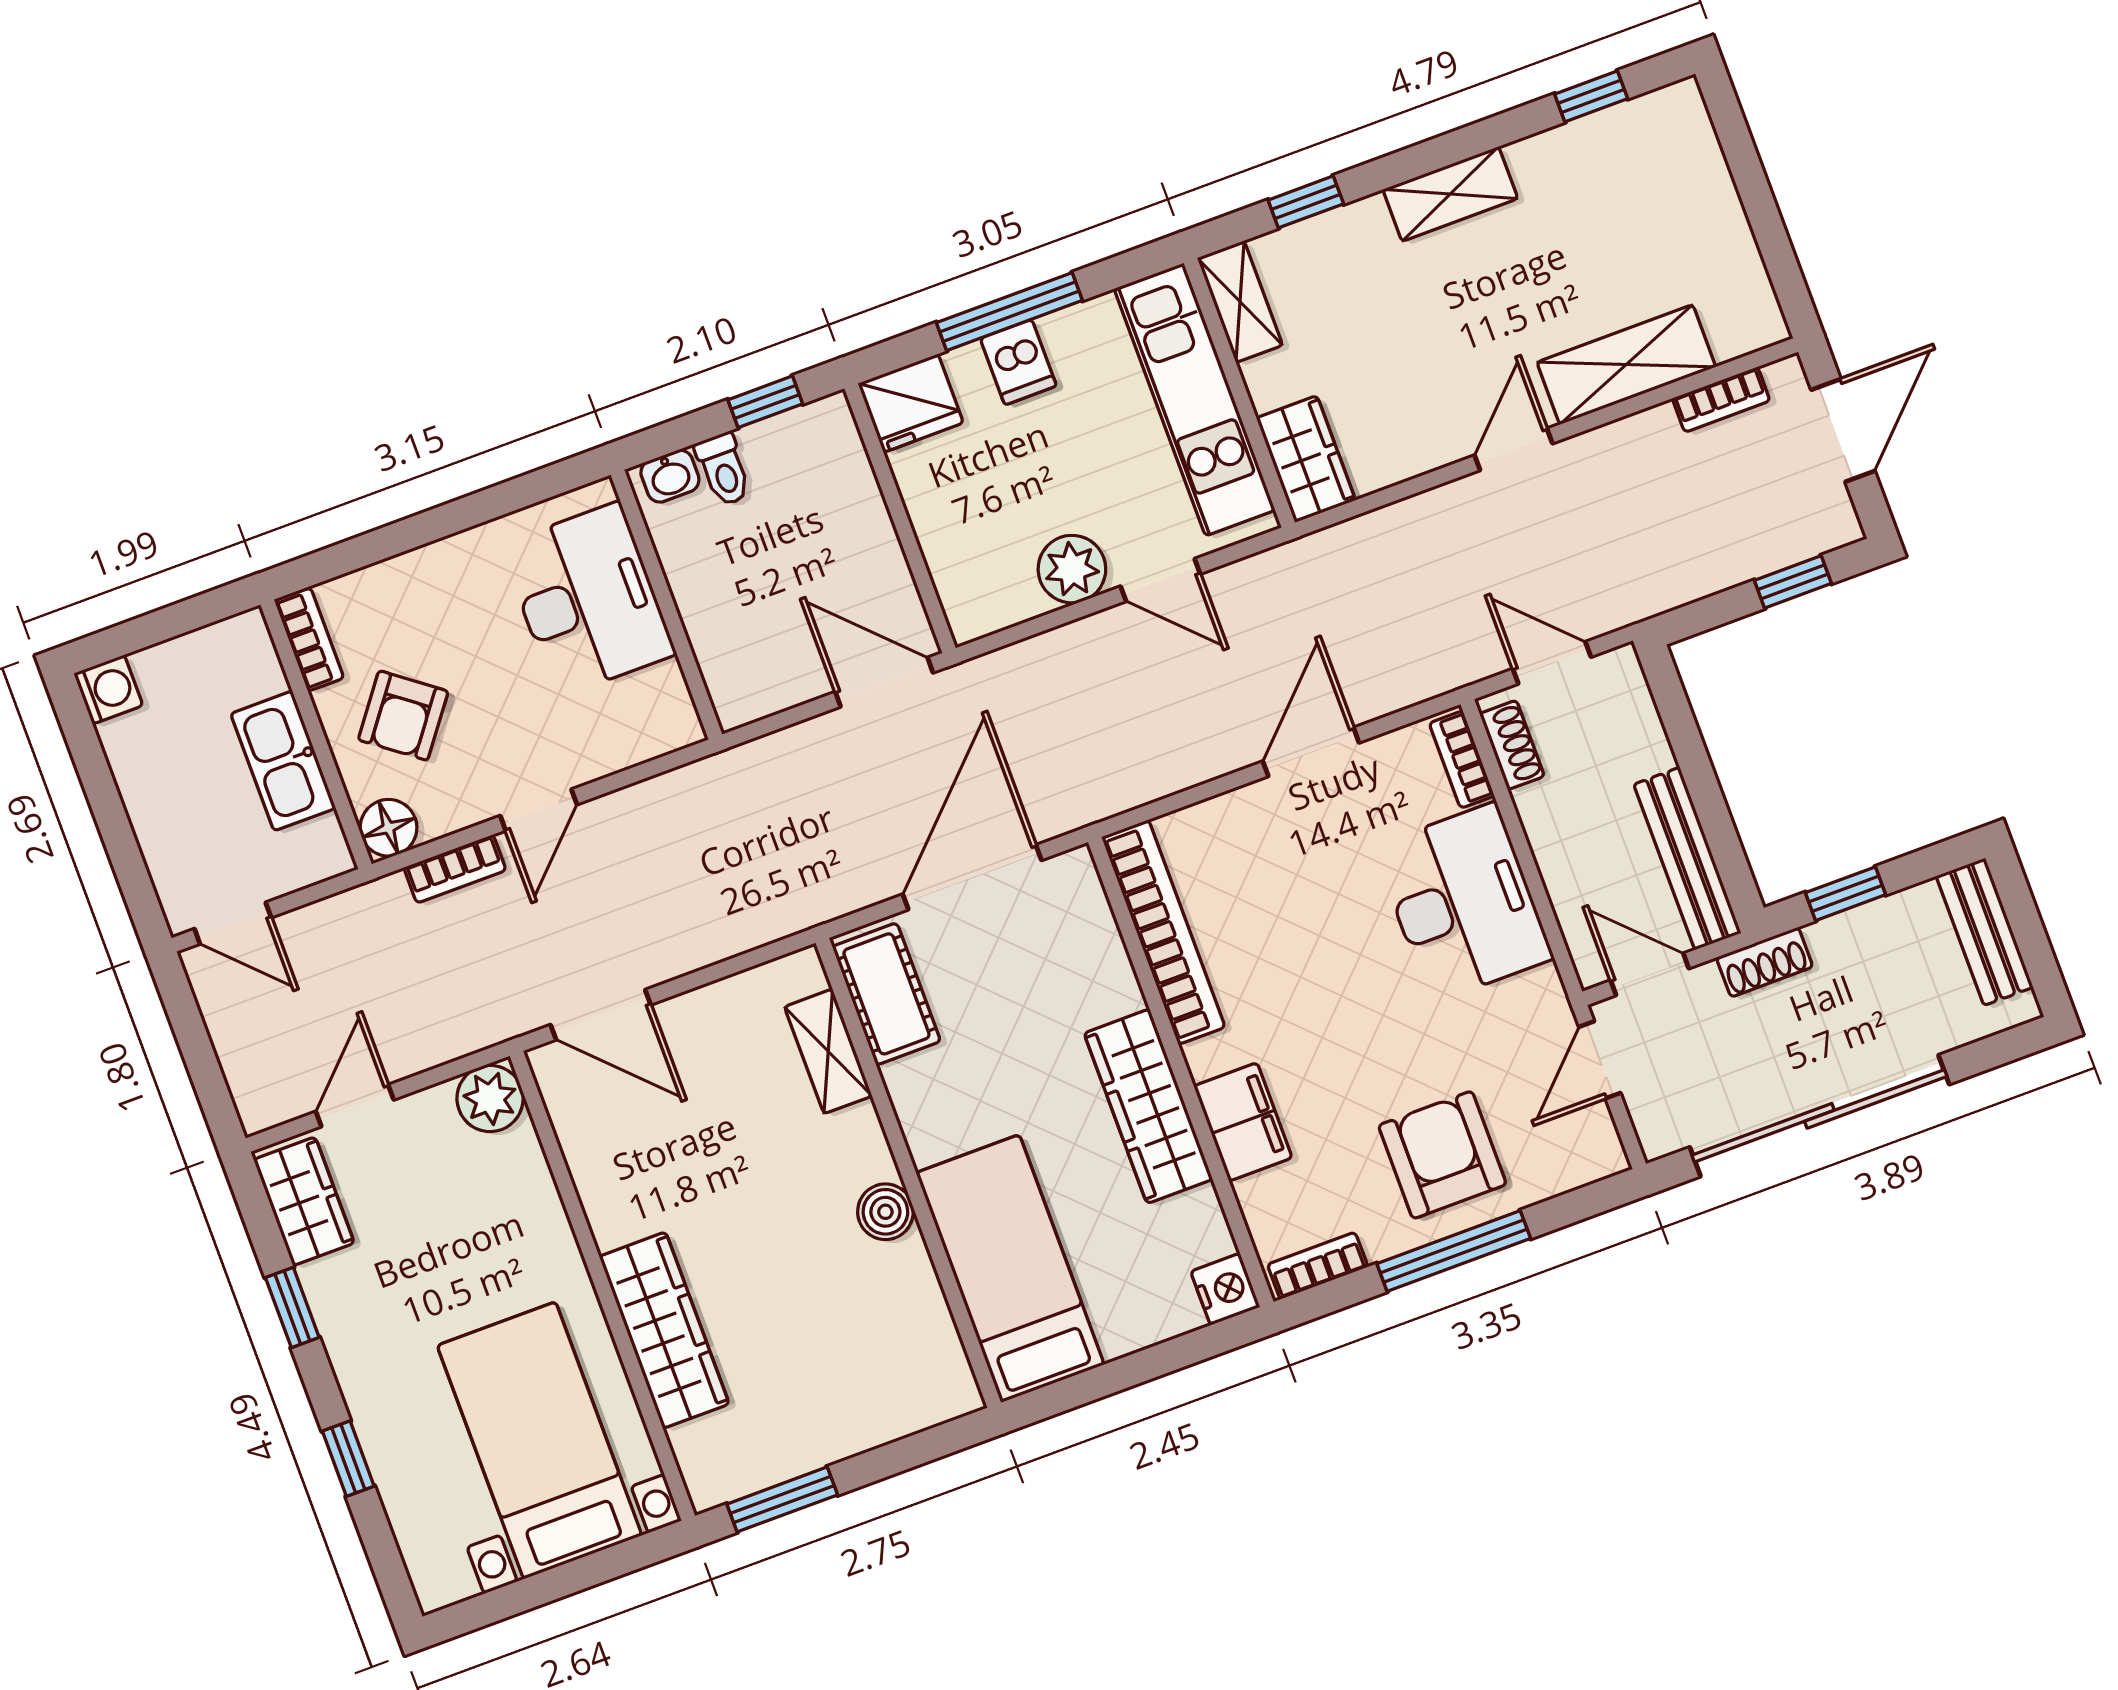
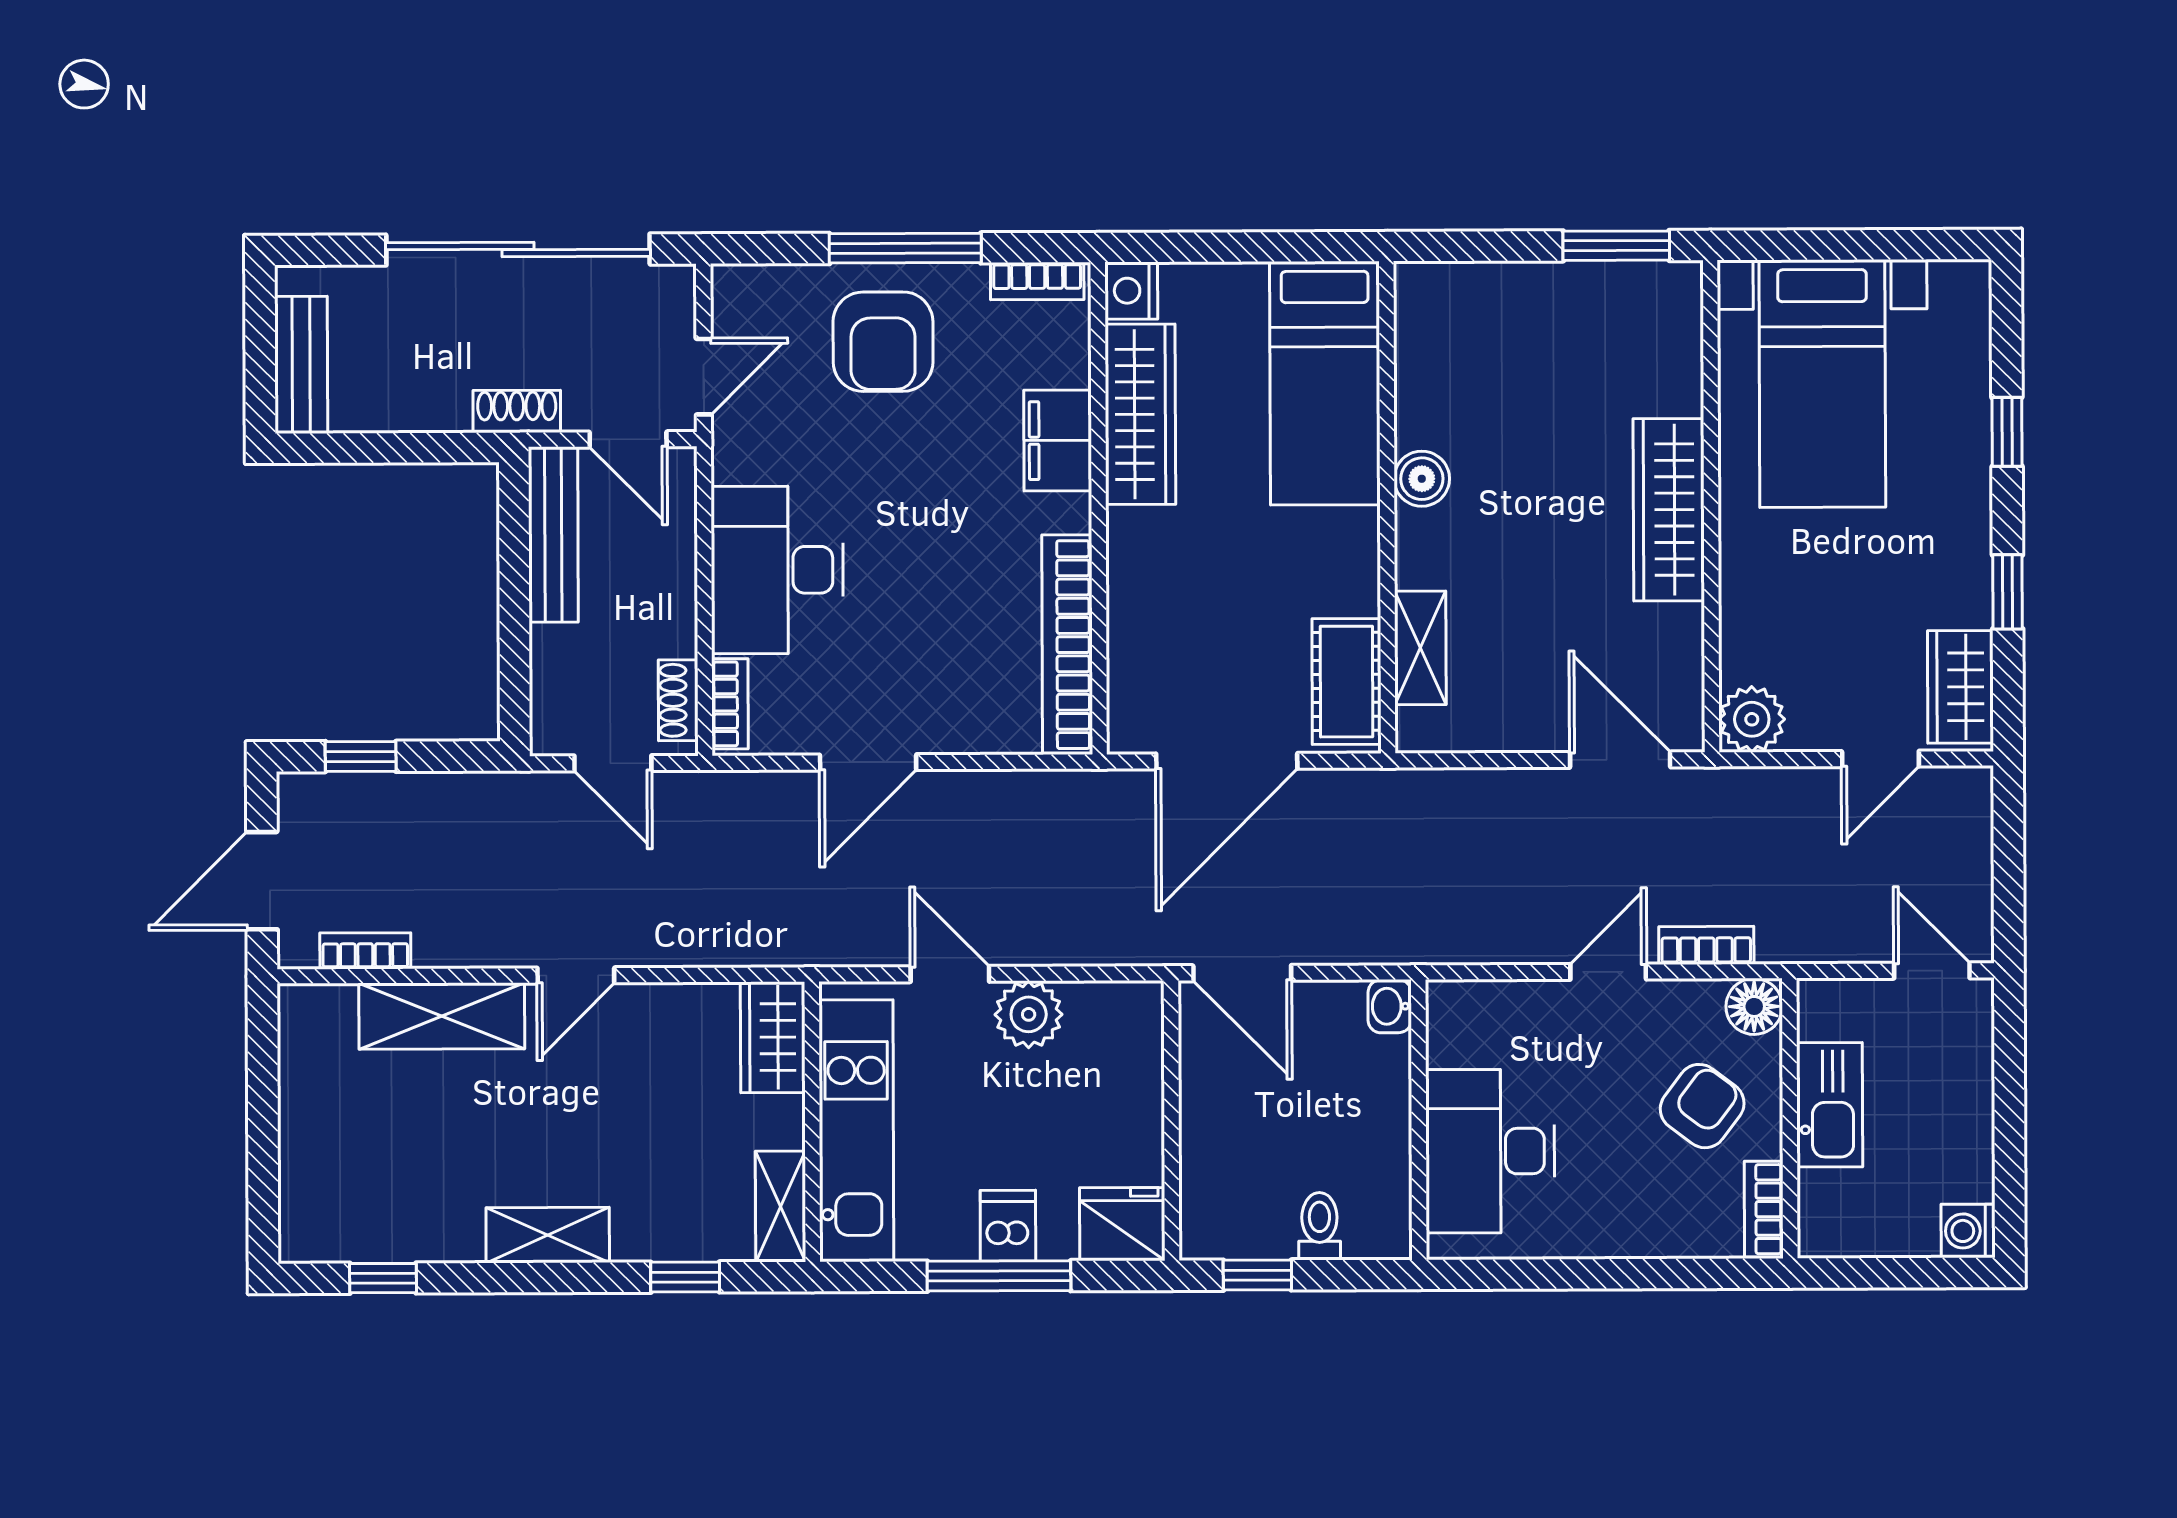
washbasin: (670, 476) -> (1390, 1006), moved, turned -90
window: (1845, 894) -> (418, 448), removed
wardrobe: (1148, 1106) -> (1140, 414), moved
wardrobe: (664, 1330) -> (1669, 510), moved

